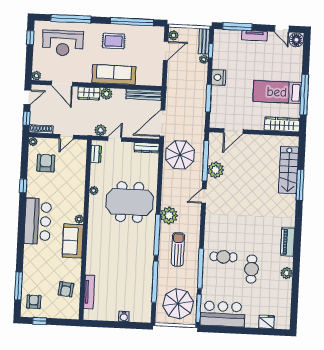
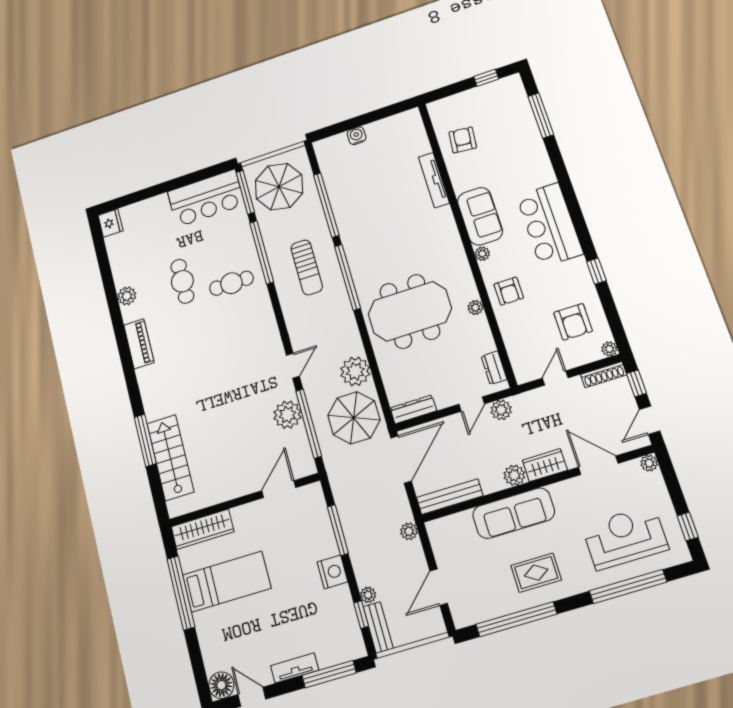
plant: (173, 35) -> (409, 531), moved
plant: (169, 215) -> (355, 371), moved
tv unit: (89, 292) -> (434, 180), moved
armchair: (34, 302) -> (509, 291), moved
fridge: (267, 322) -> (111, 223), moved, turned -90

